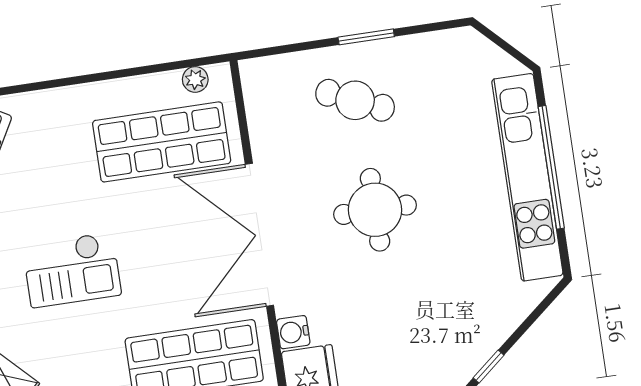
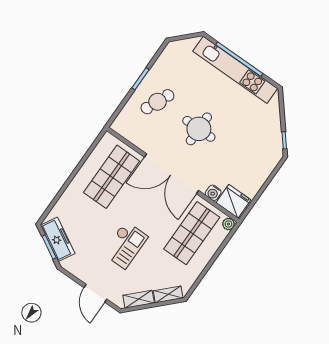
plant: (195, 79) -> (102, 147), removed

